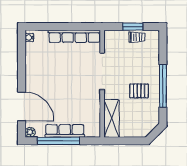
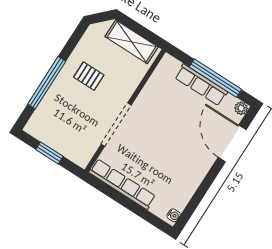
trolley: (137, 37) -> (52, 138), removed
window: (163, 86) -> (47, 83), moved
shelving: (112, 118) -> (132, 42), moved, turned 90

